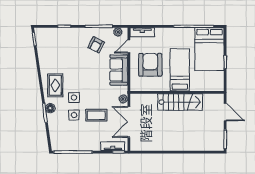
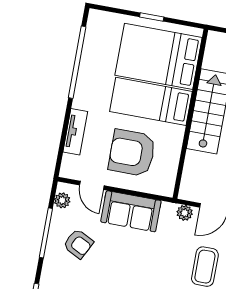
tv unit: (142, 32) -> (75, 132), moved
bed: (209, 49) -> (159, 56), moved, turned 180

